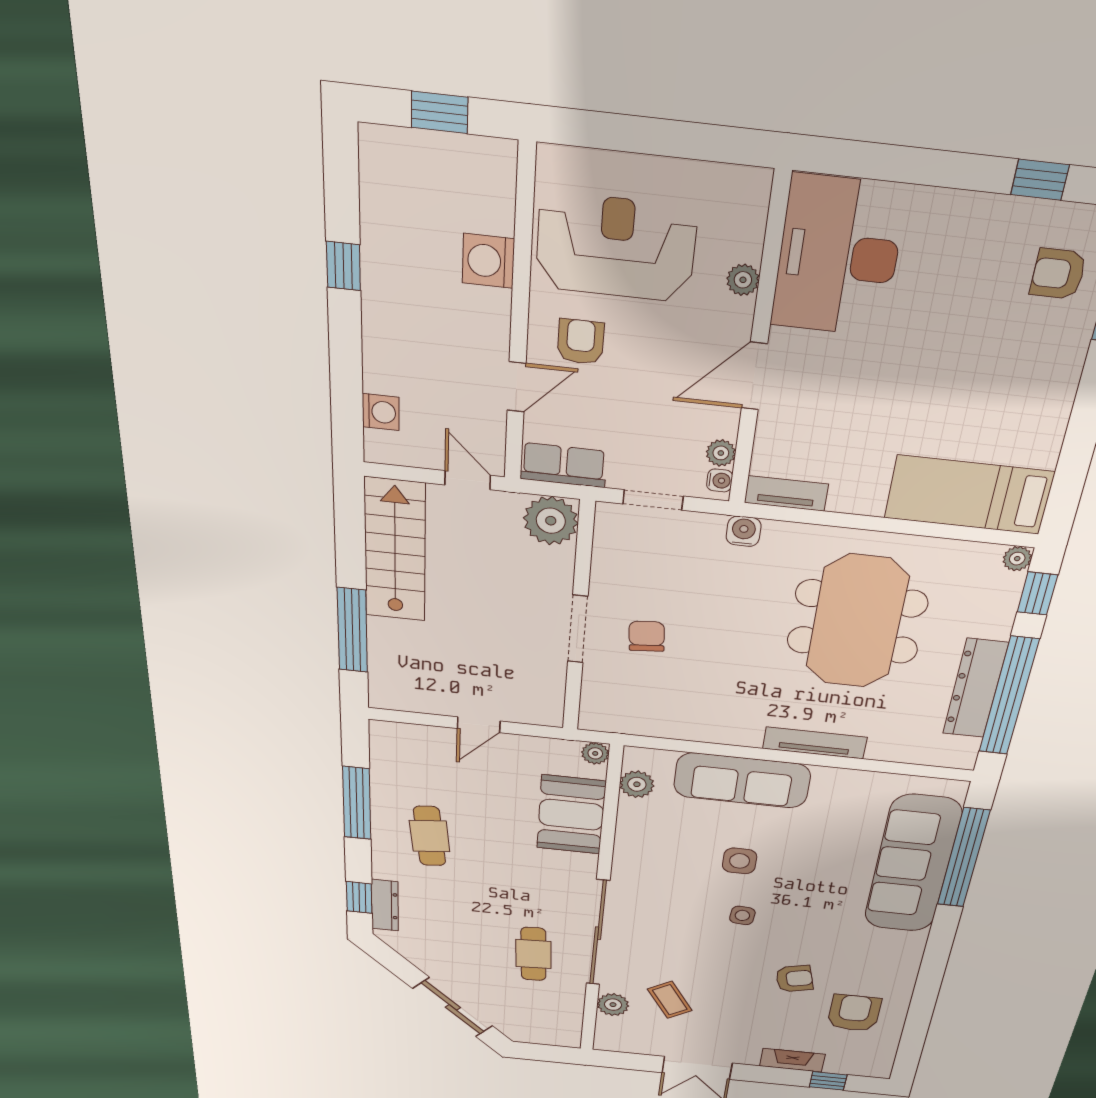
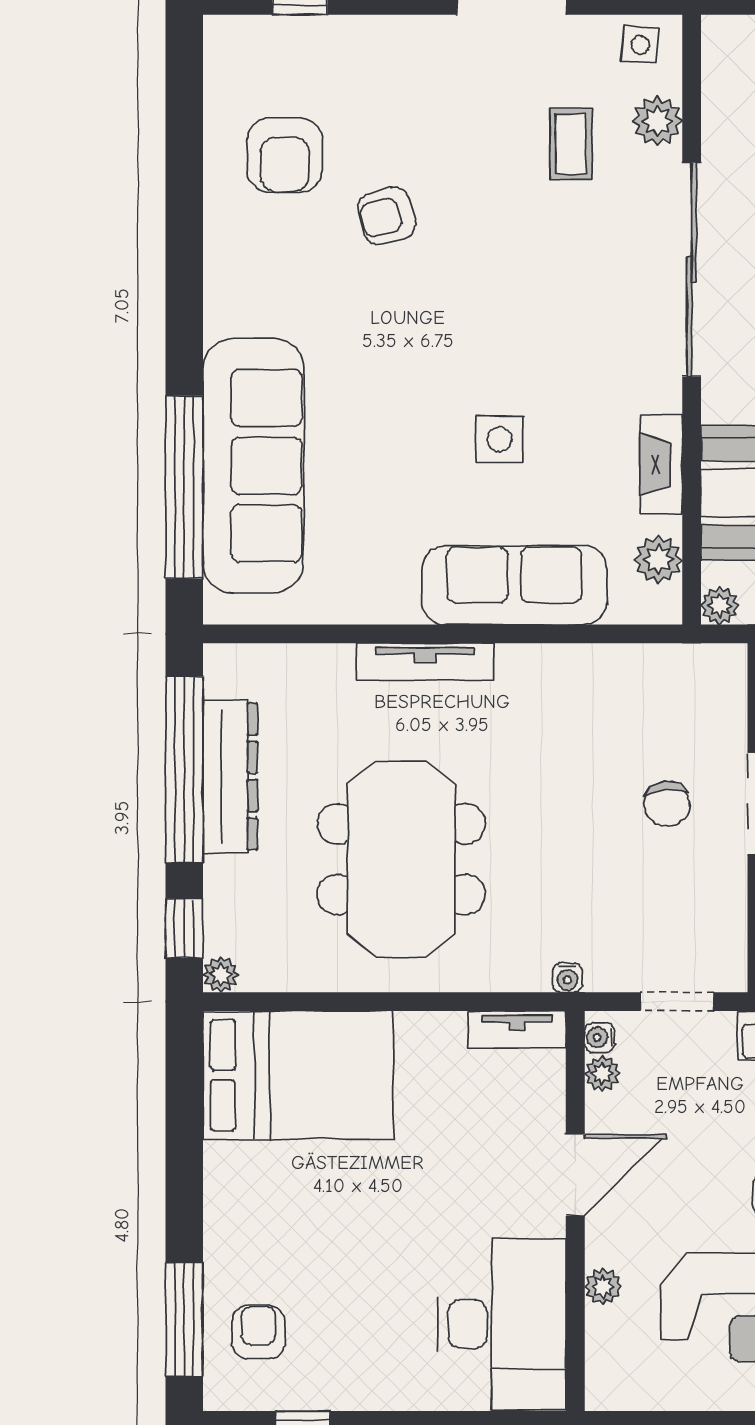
armchair: (1058, 274) -> (258, 1332), turned -90
bed: (969, 495) -> (298, 1075), width x1.50
water cooler: (744, 531) -> (567, 978), width x0.72, depth x0.72
side table: (742, 915) -> (640, 45), moved
coffee table: (670, 1000) -> (571, 144), turned 32
fireplace: (792, 1060) -> (661, 465), moved, turned 90

